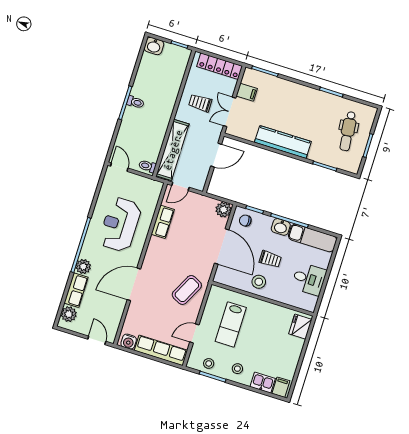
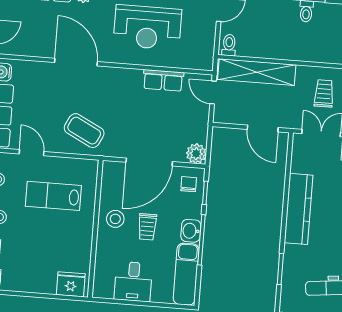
reception desk: (120, 225) -> (147, 27), turned 180

